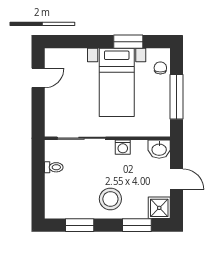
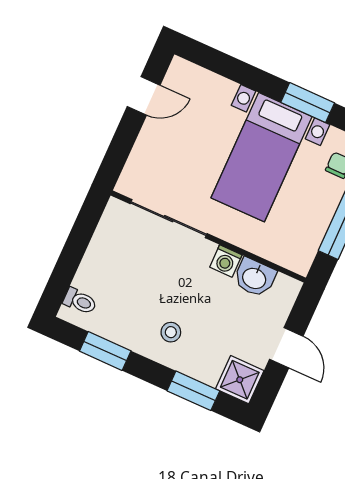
washbasin: (159, 149) -> (255, 278), moved
toilet: (54, 167) -> (80, 301), moved
stool: (110, 199) -> (171, 332), width x0.53, depth x0.53

